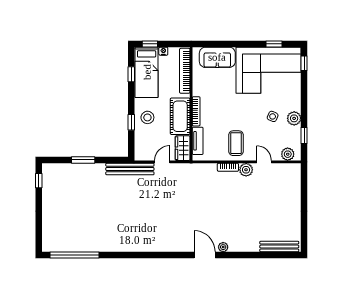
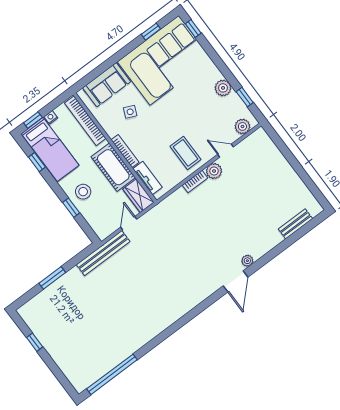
side table: (273, 116) -> (130, 112), moved
window: (39, 181) -> (35, 342), moved
bench: (279, 247) -> (295, 224), width x0.73
door: (205, 255) -> (235, 281), swing flipped

